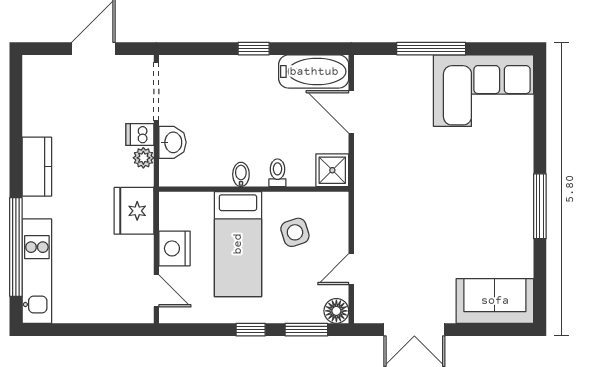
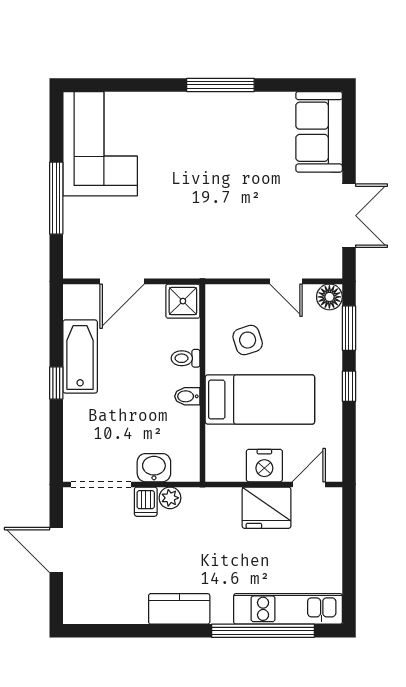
bathtub: (314, 72) -> (80, 356), moved
fridge: (134, 211) -> (266, 508), moved

